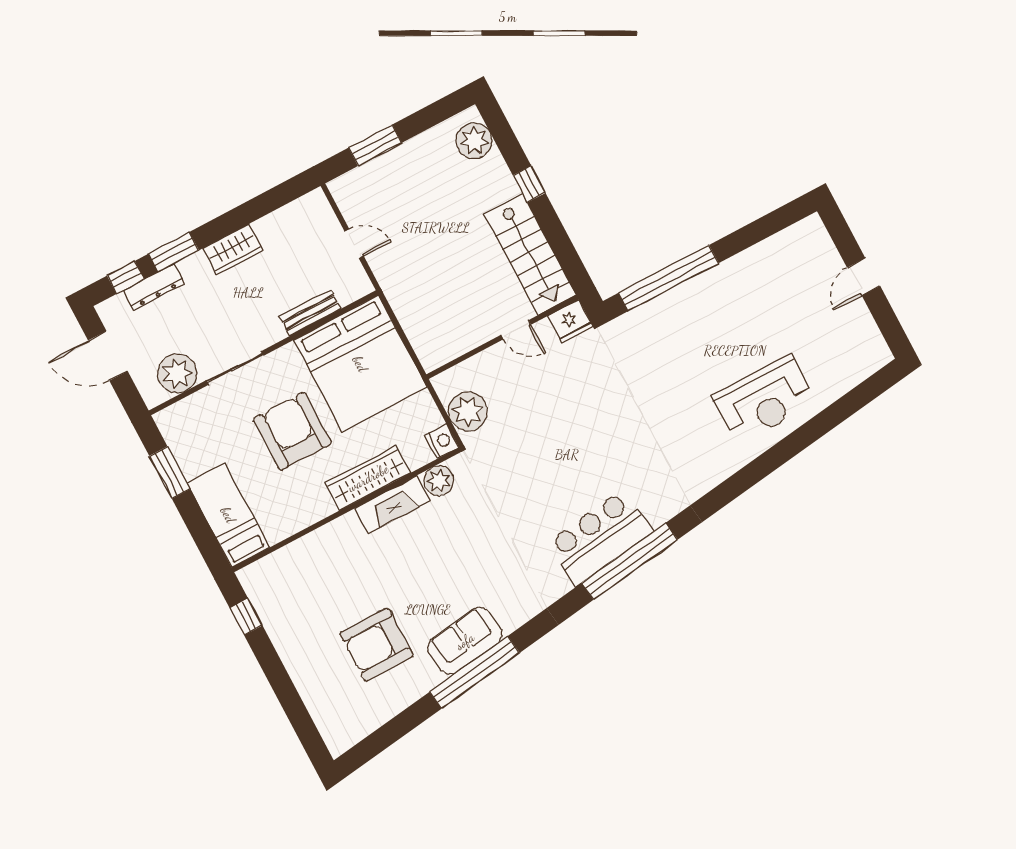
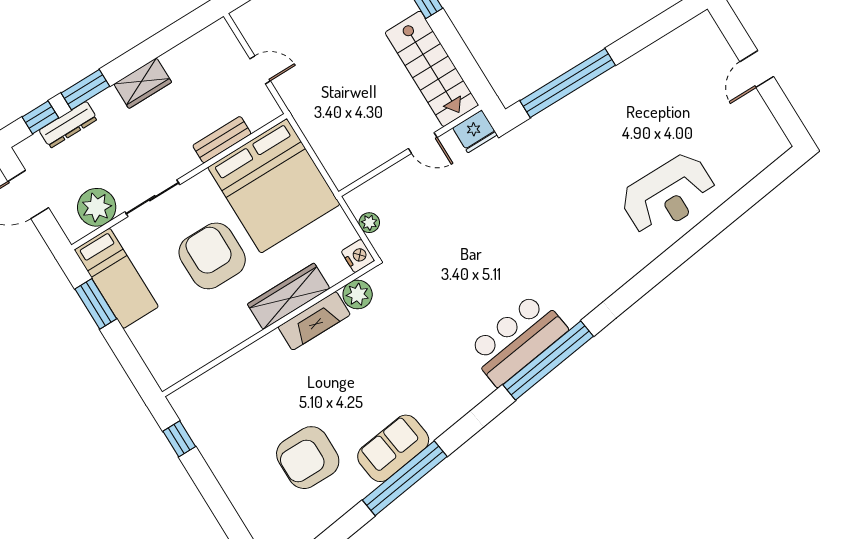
plant: (468, 411) -> (369, 223), width x0.53, depth x0.53
bed: (228, 515) -> (116, 278), moved, turned 180

